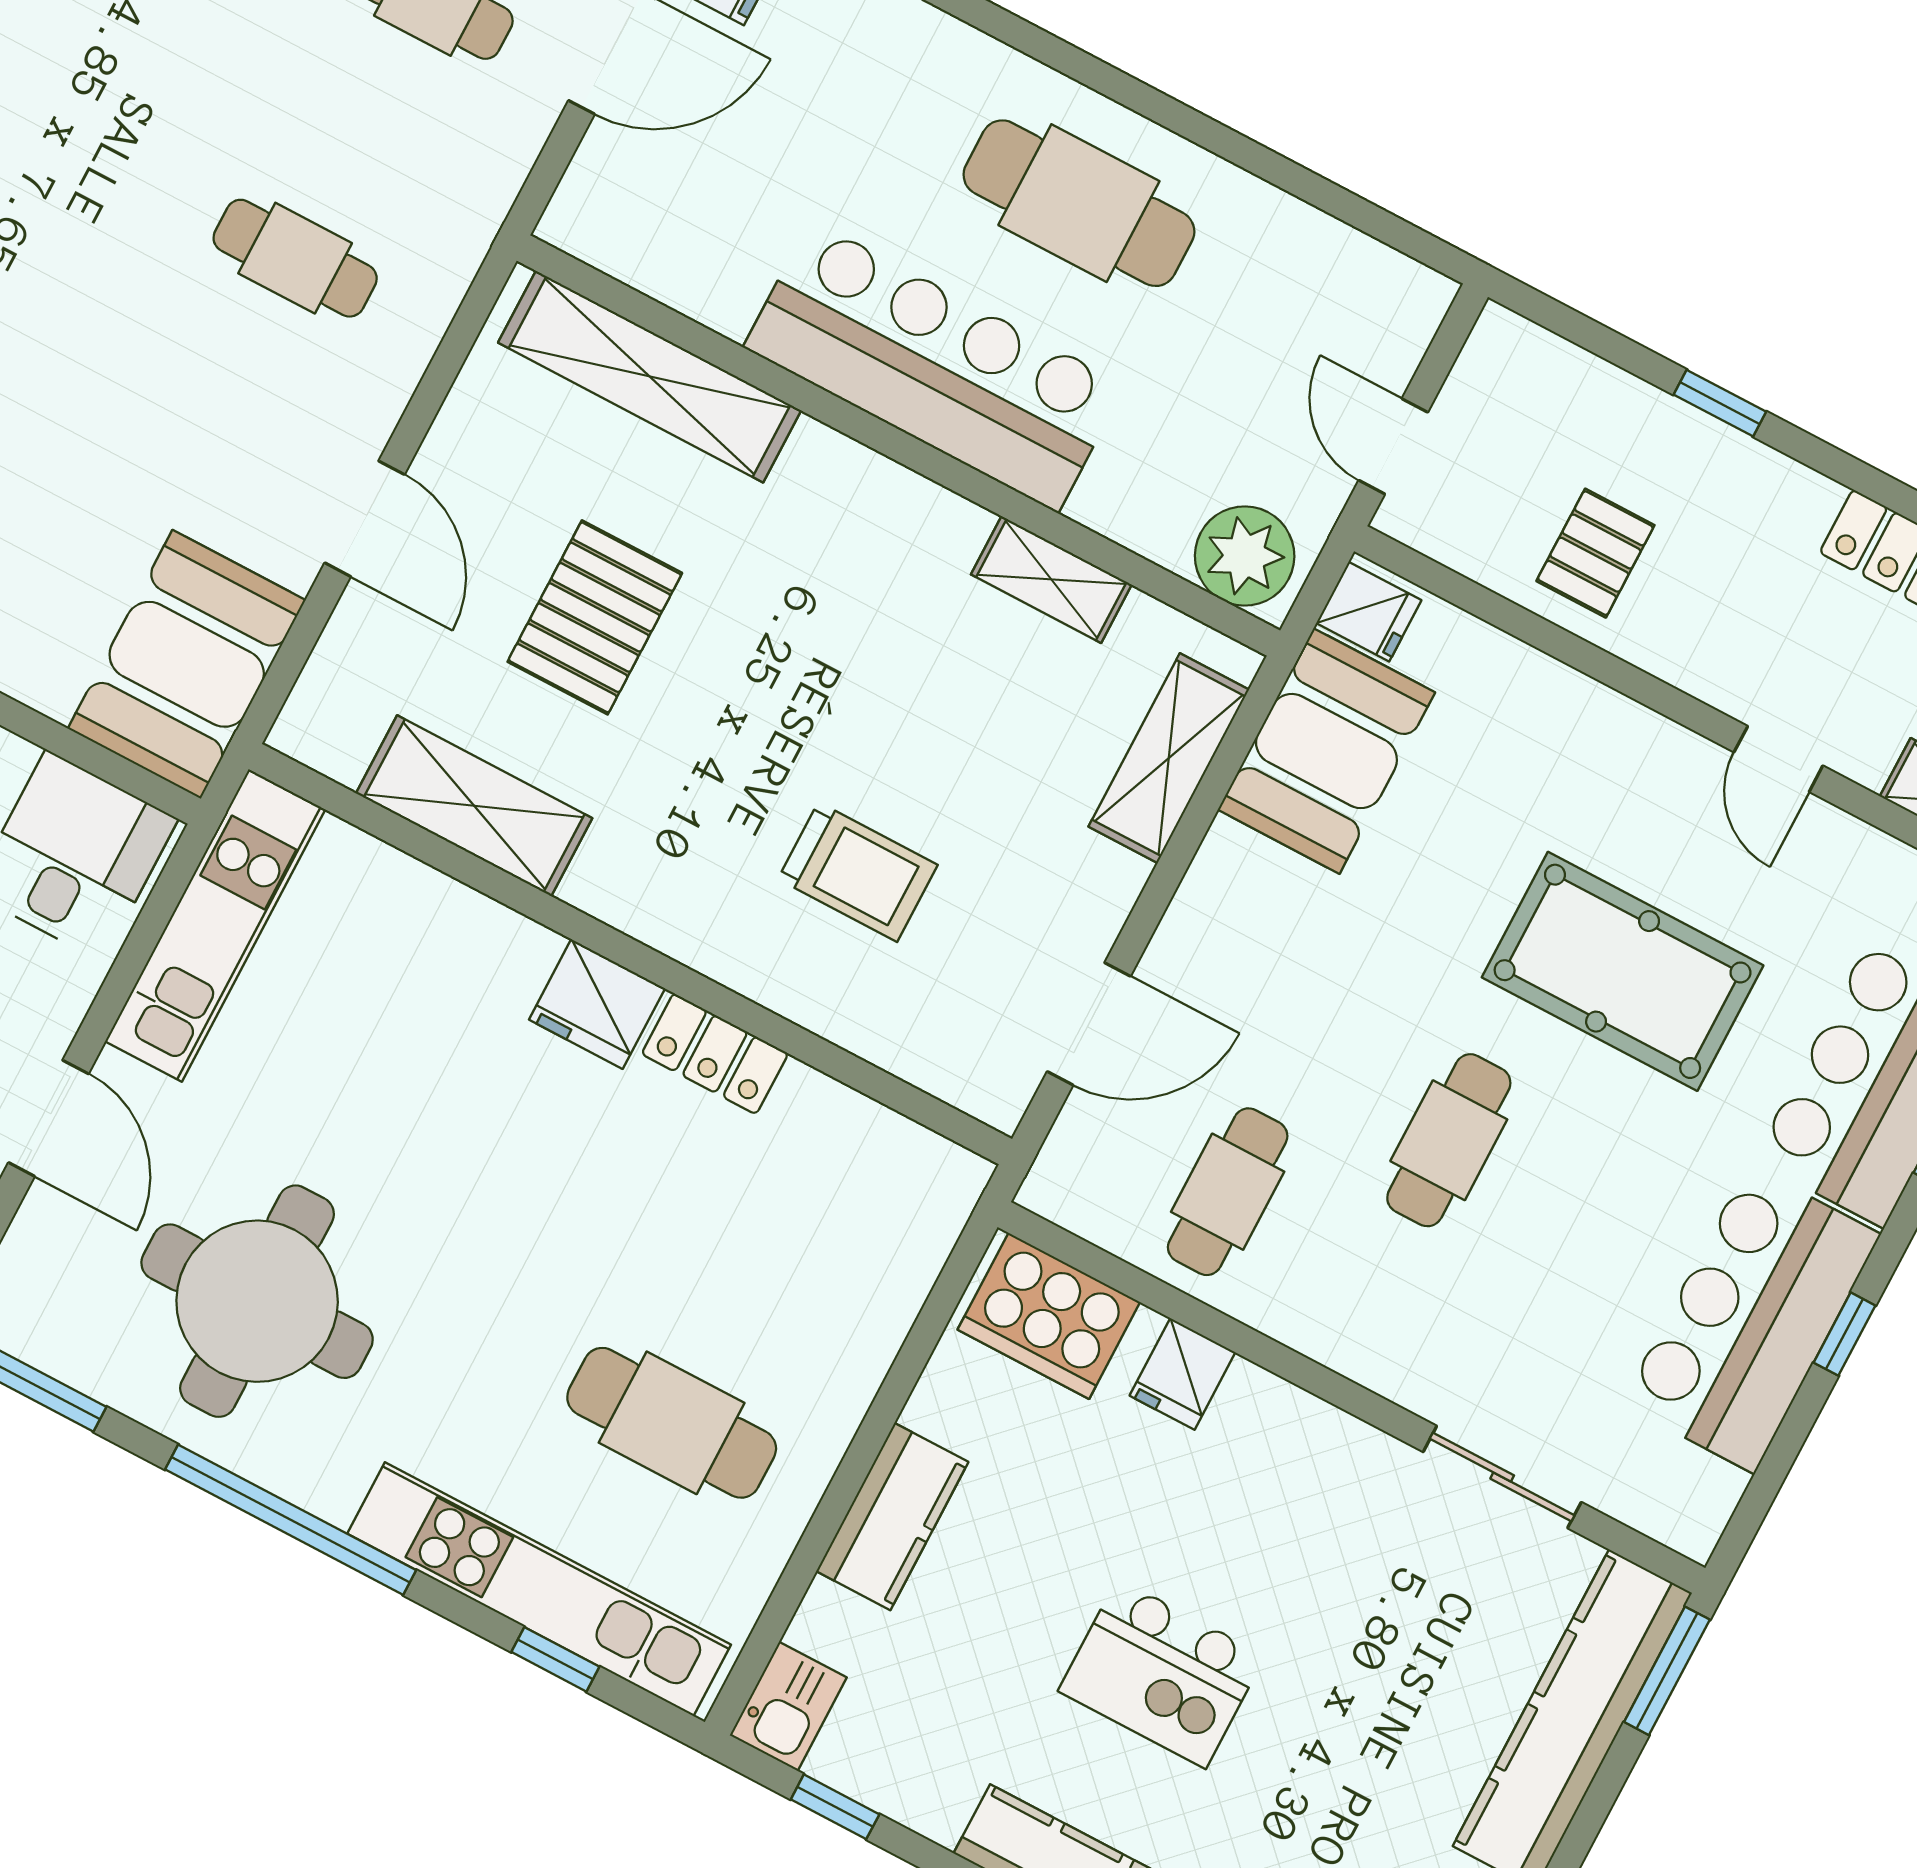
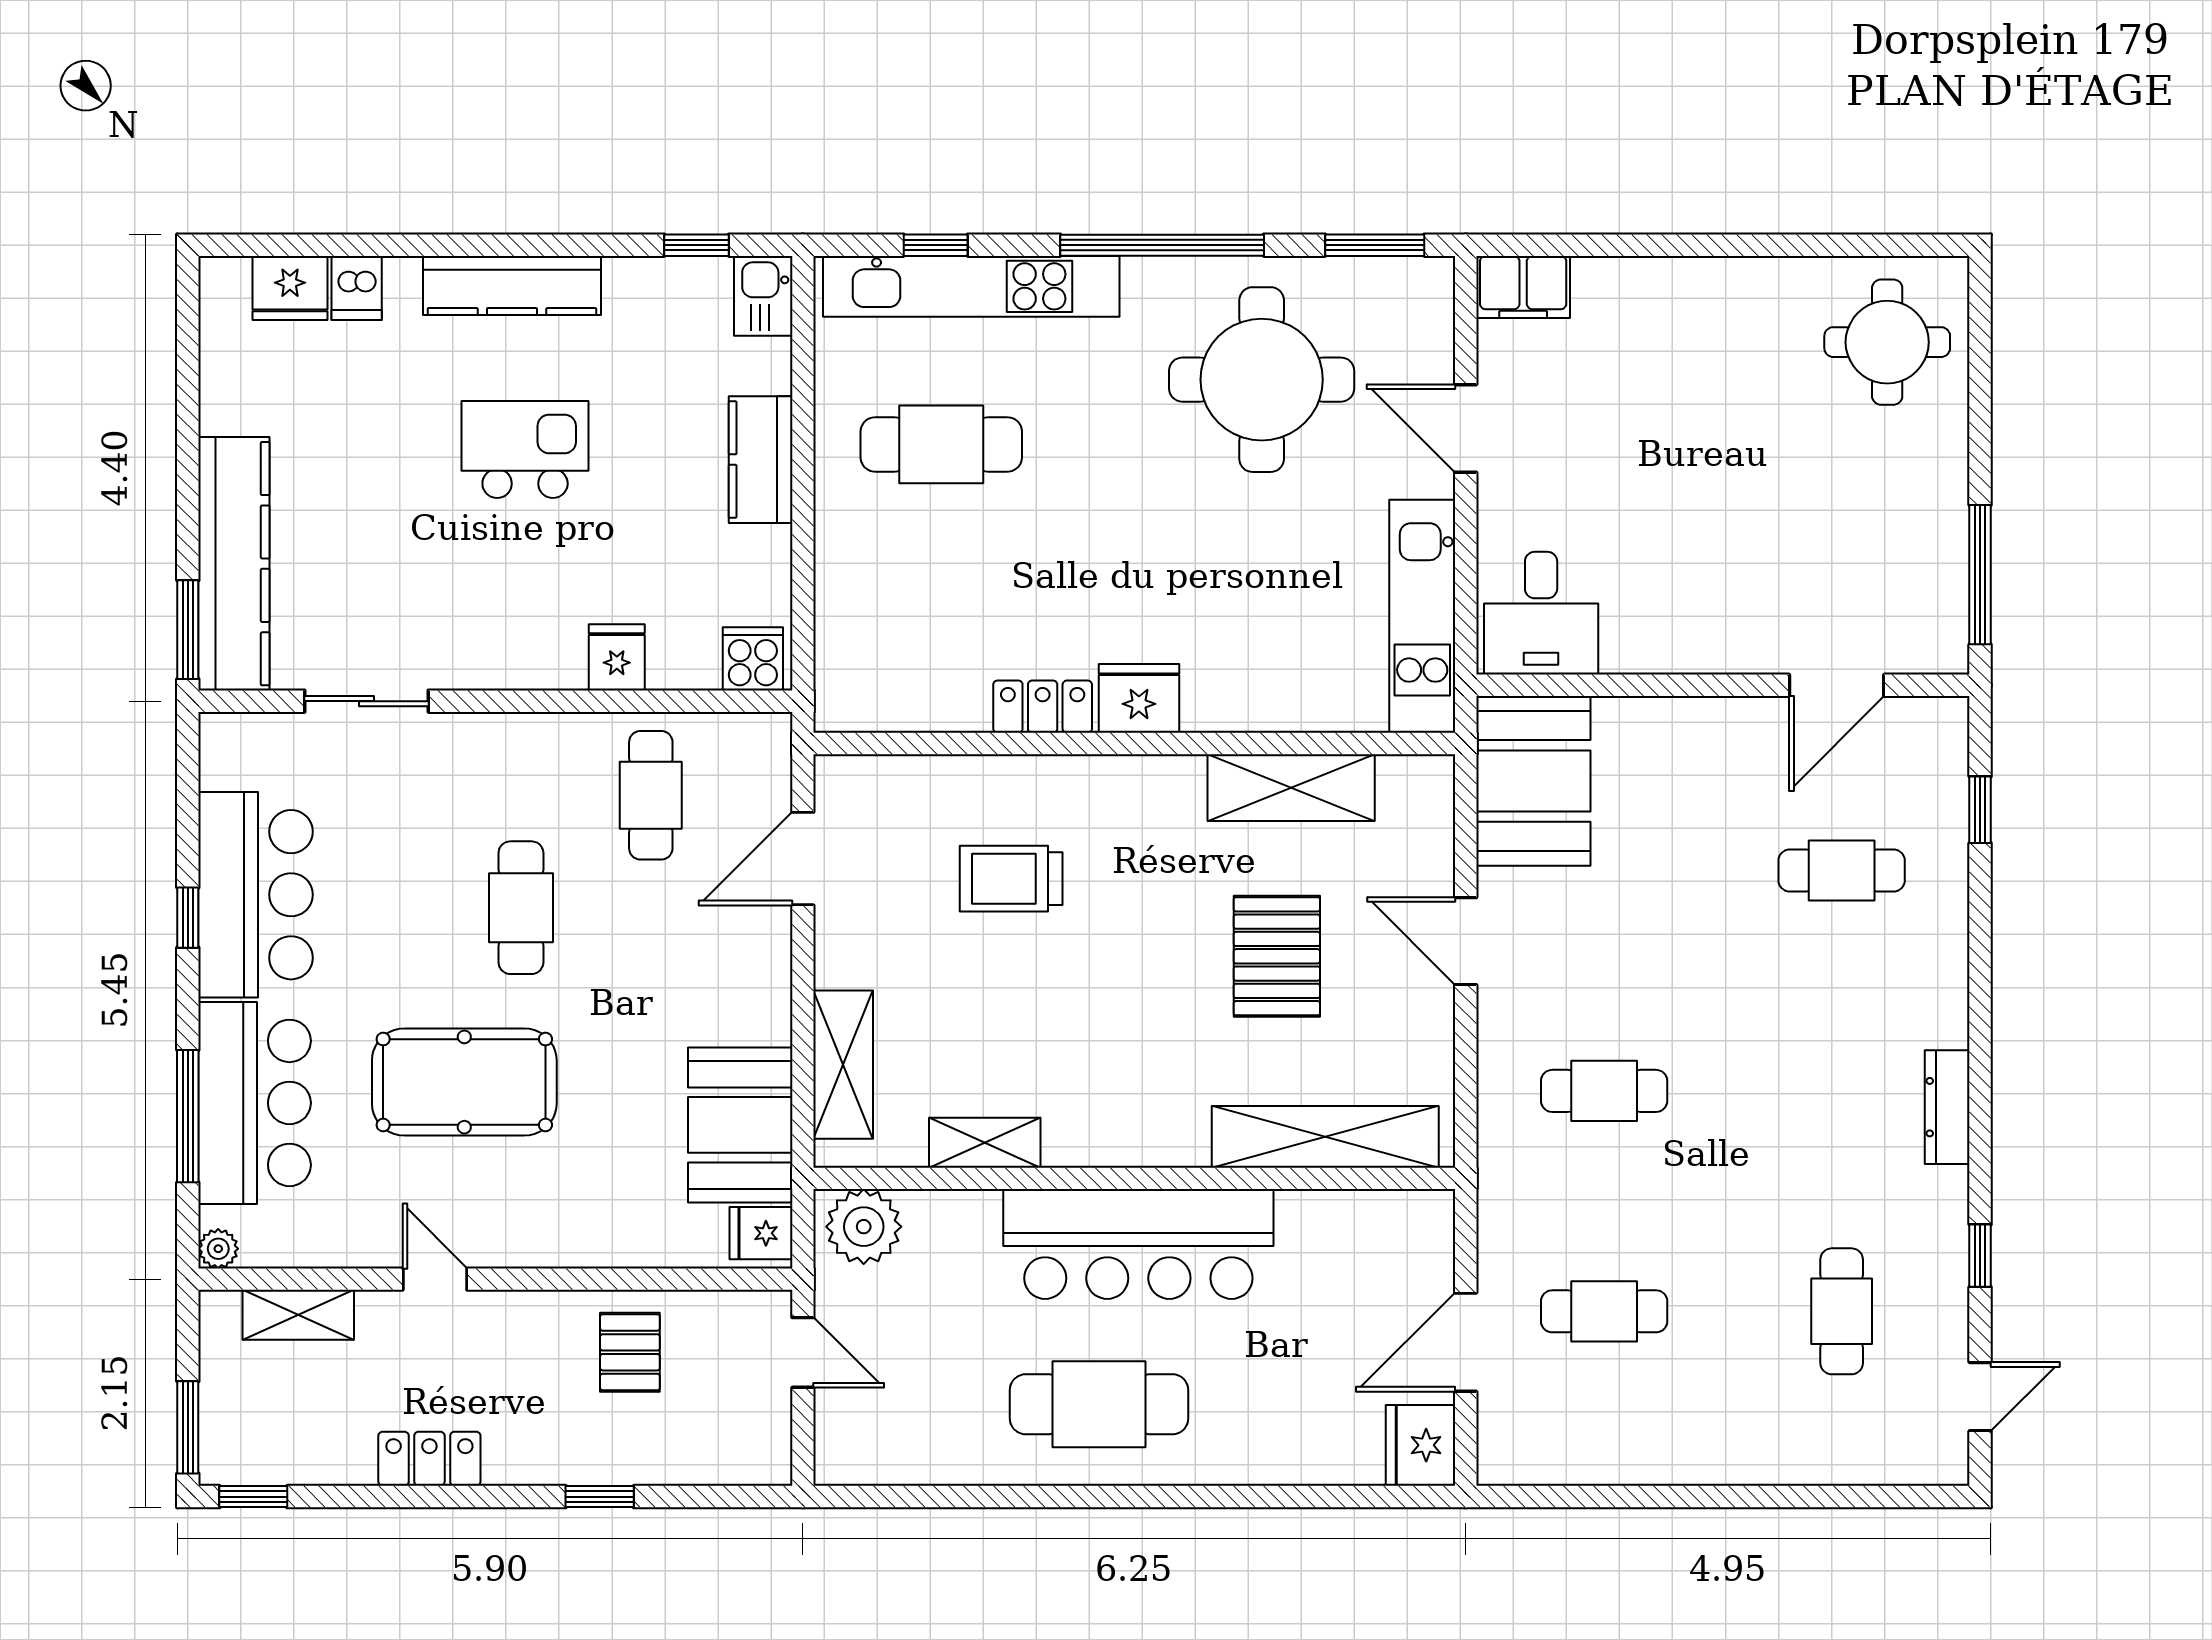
cooker: (1049, 1316) -> (753, 659), width x0.53, depth x0.76

